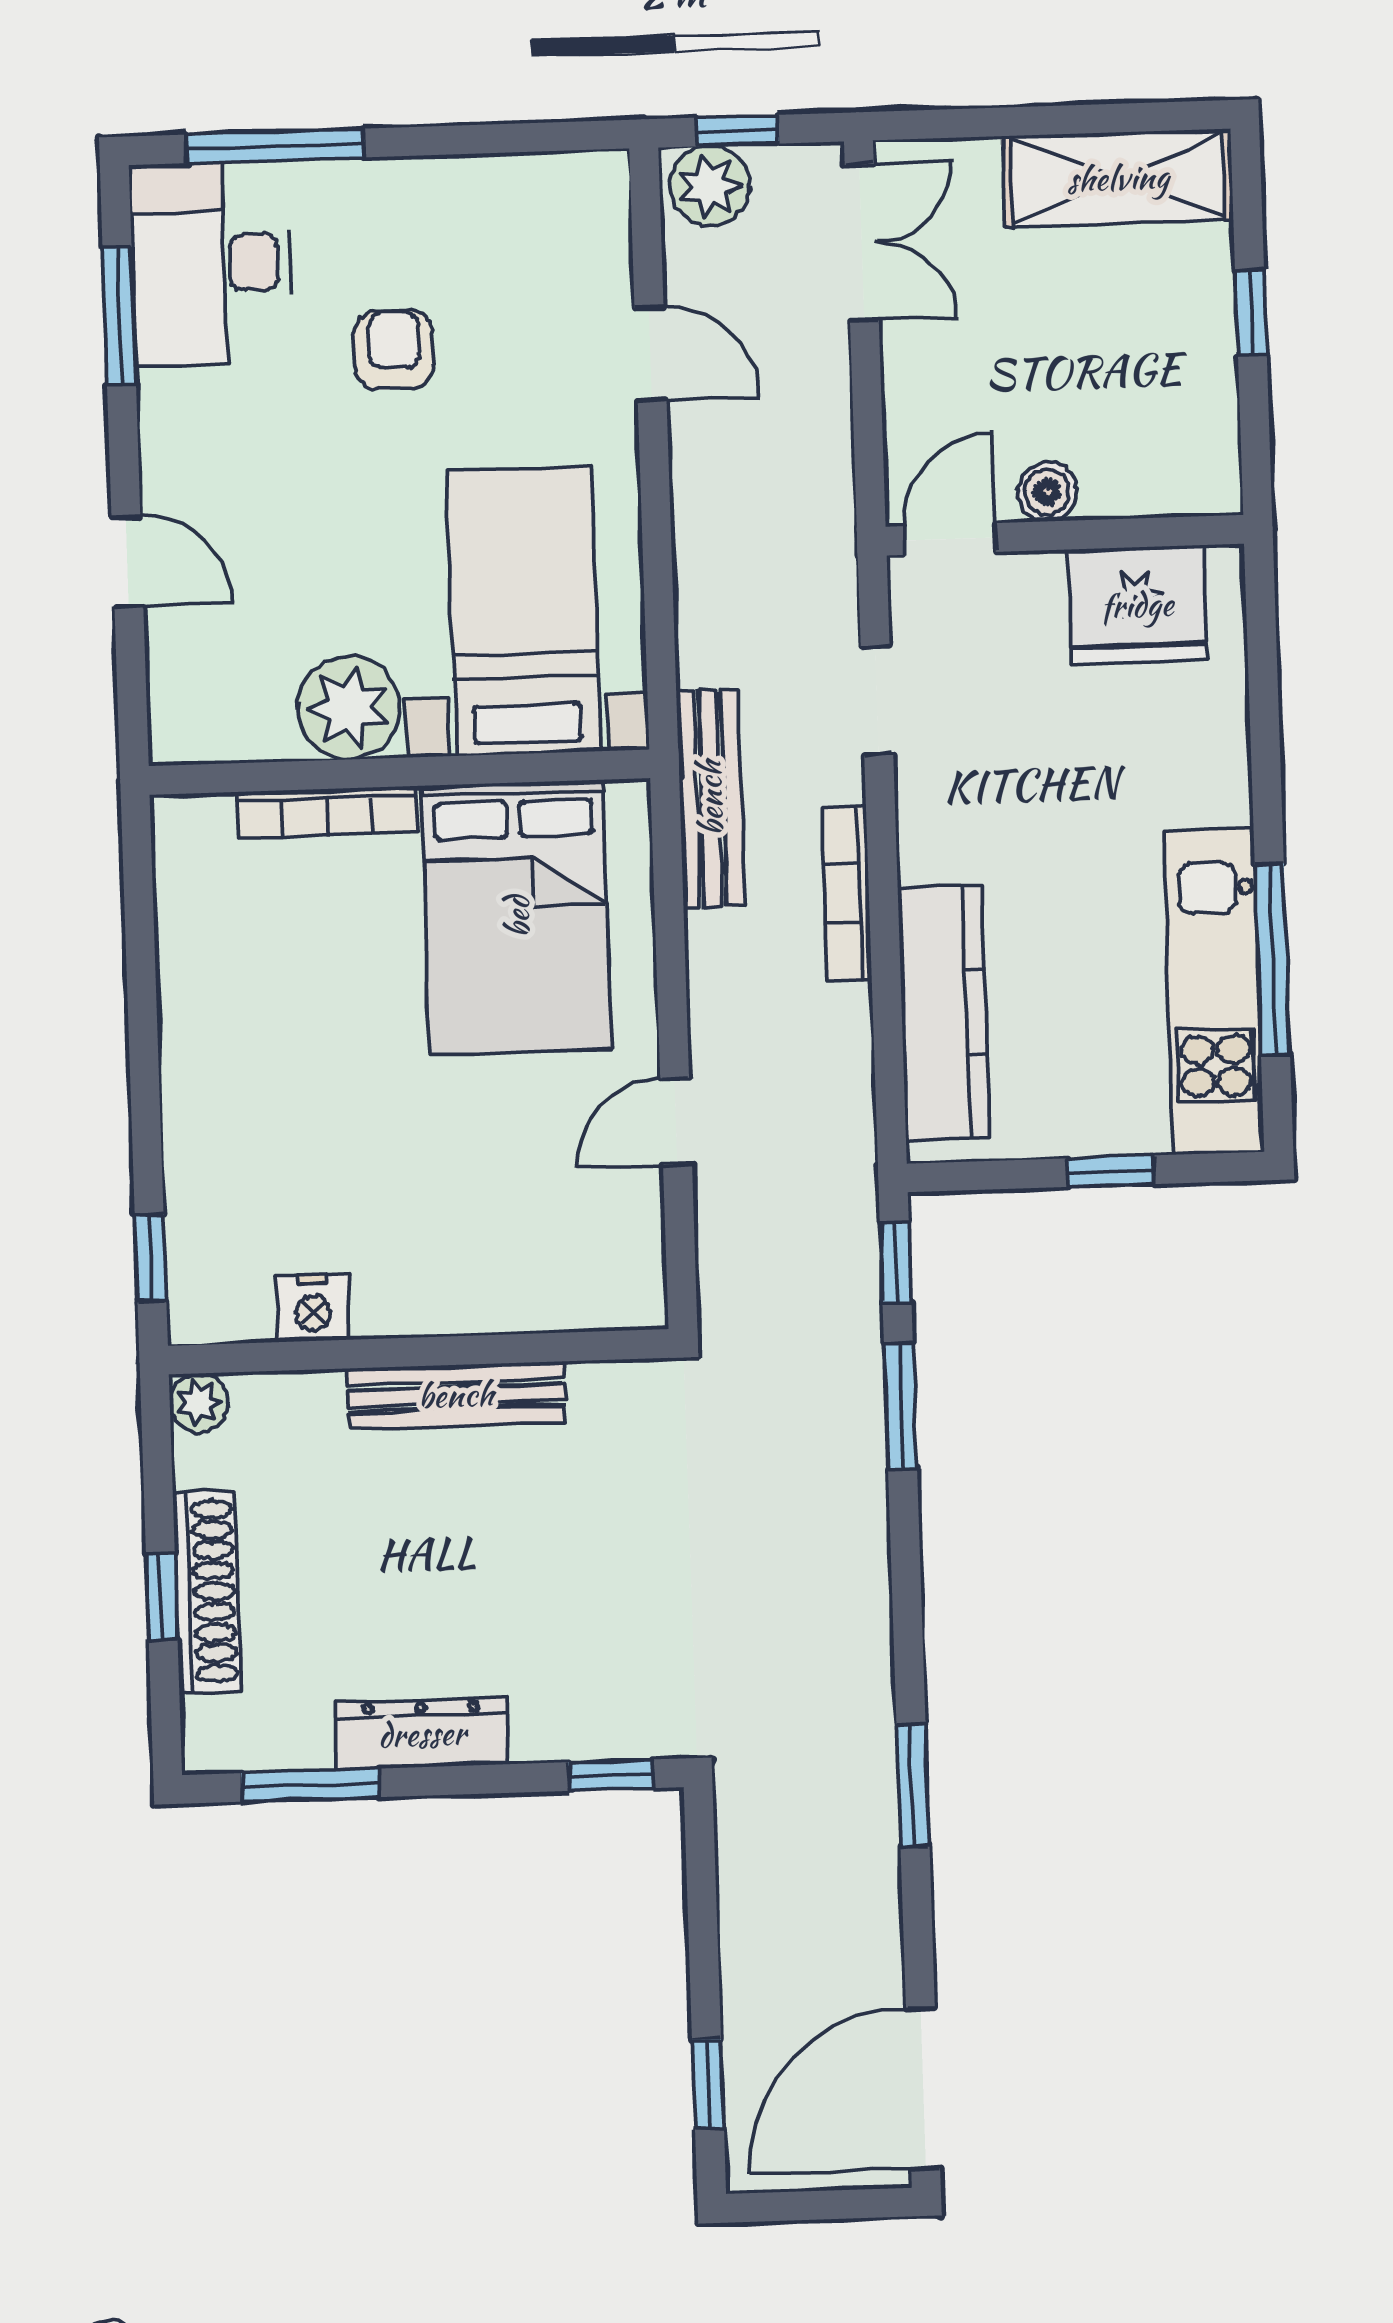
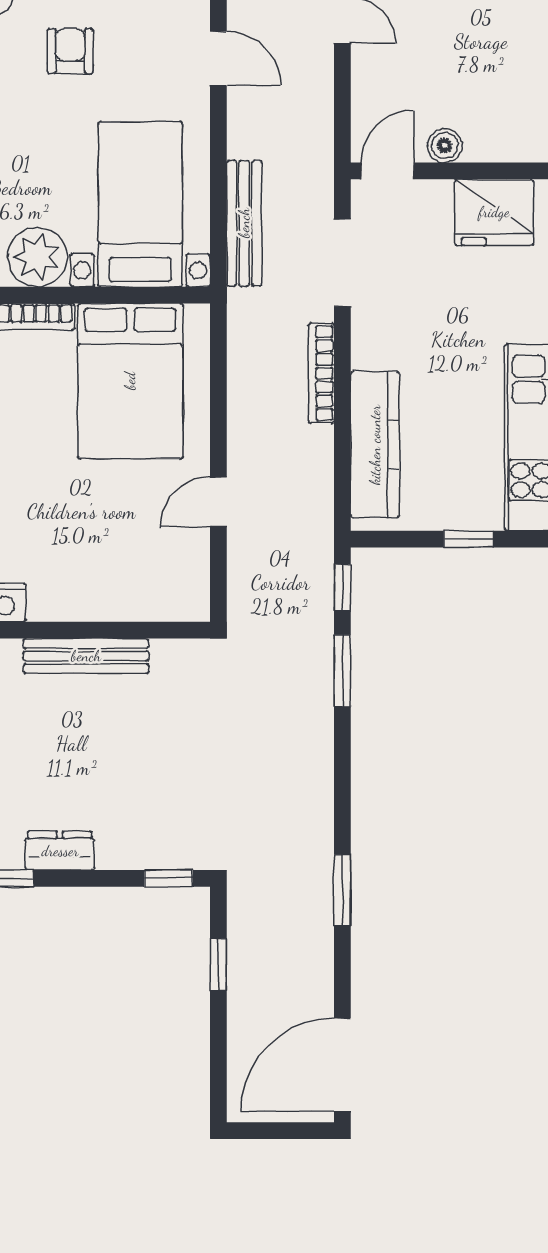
doorway: (877, 700) -> (342, 263), width x1.38
bench: (710, 798) -> (244, 223), moved
dresser: (422, 1734) -> (60, 851), width x0.70
window: (708, 2084) -> (218, 964), moved

